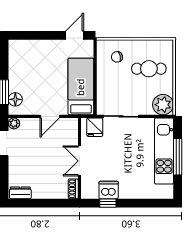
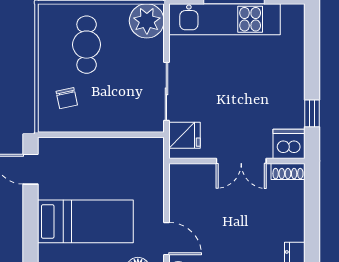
bed: (81, 87) -> (85, 221), moved, turned 180
door: (50, 116) -> (166, 239), moved
dishwasher: (109, 190) -> (289, 144), moved, turned 90

